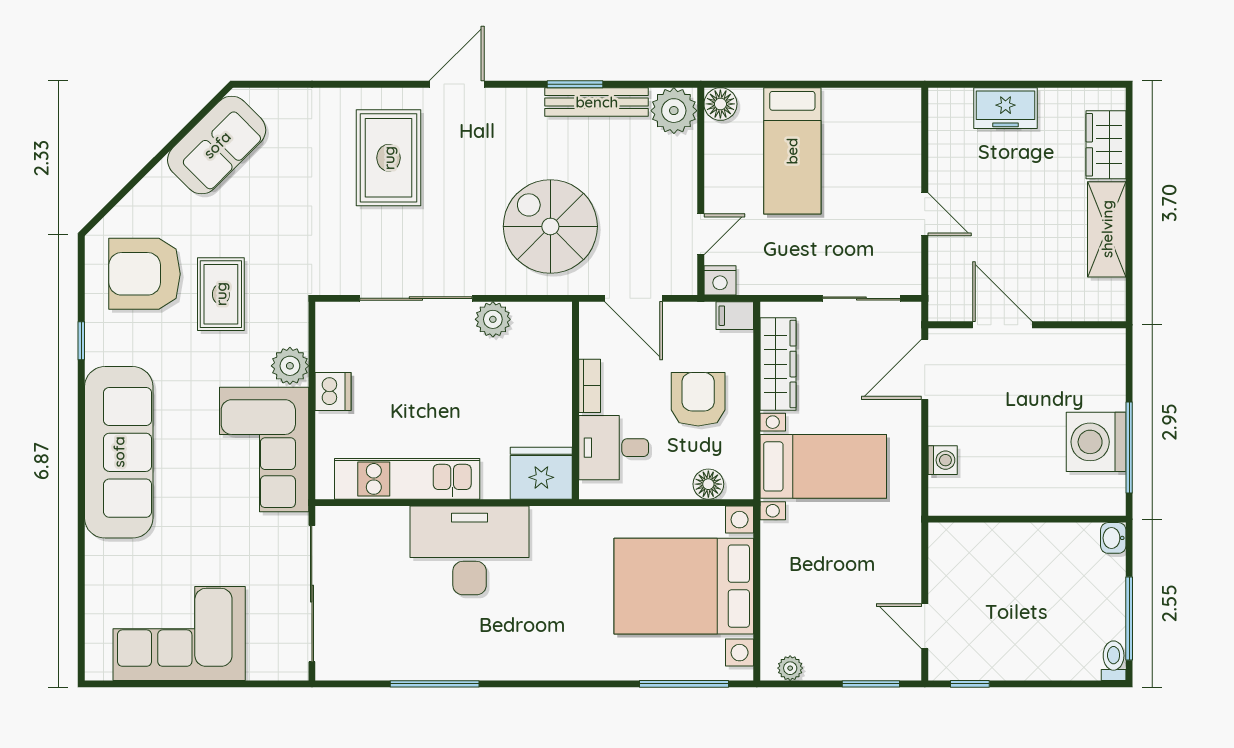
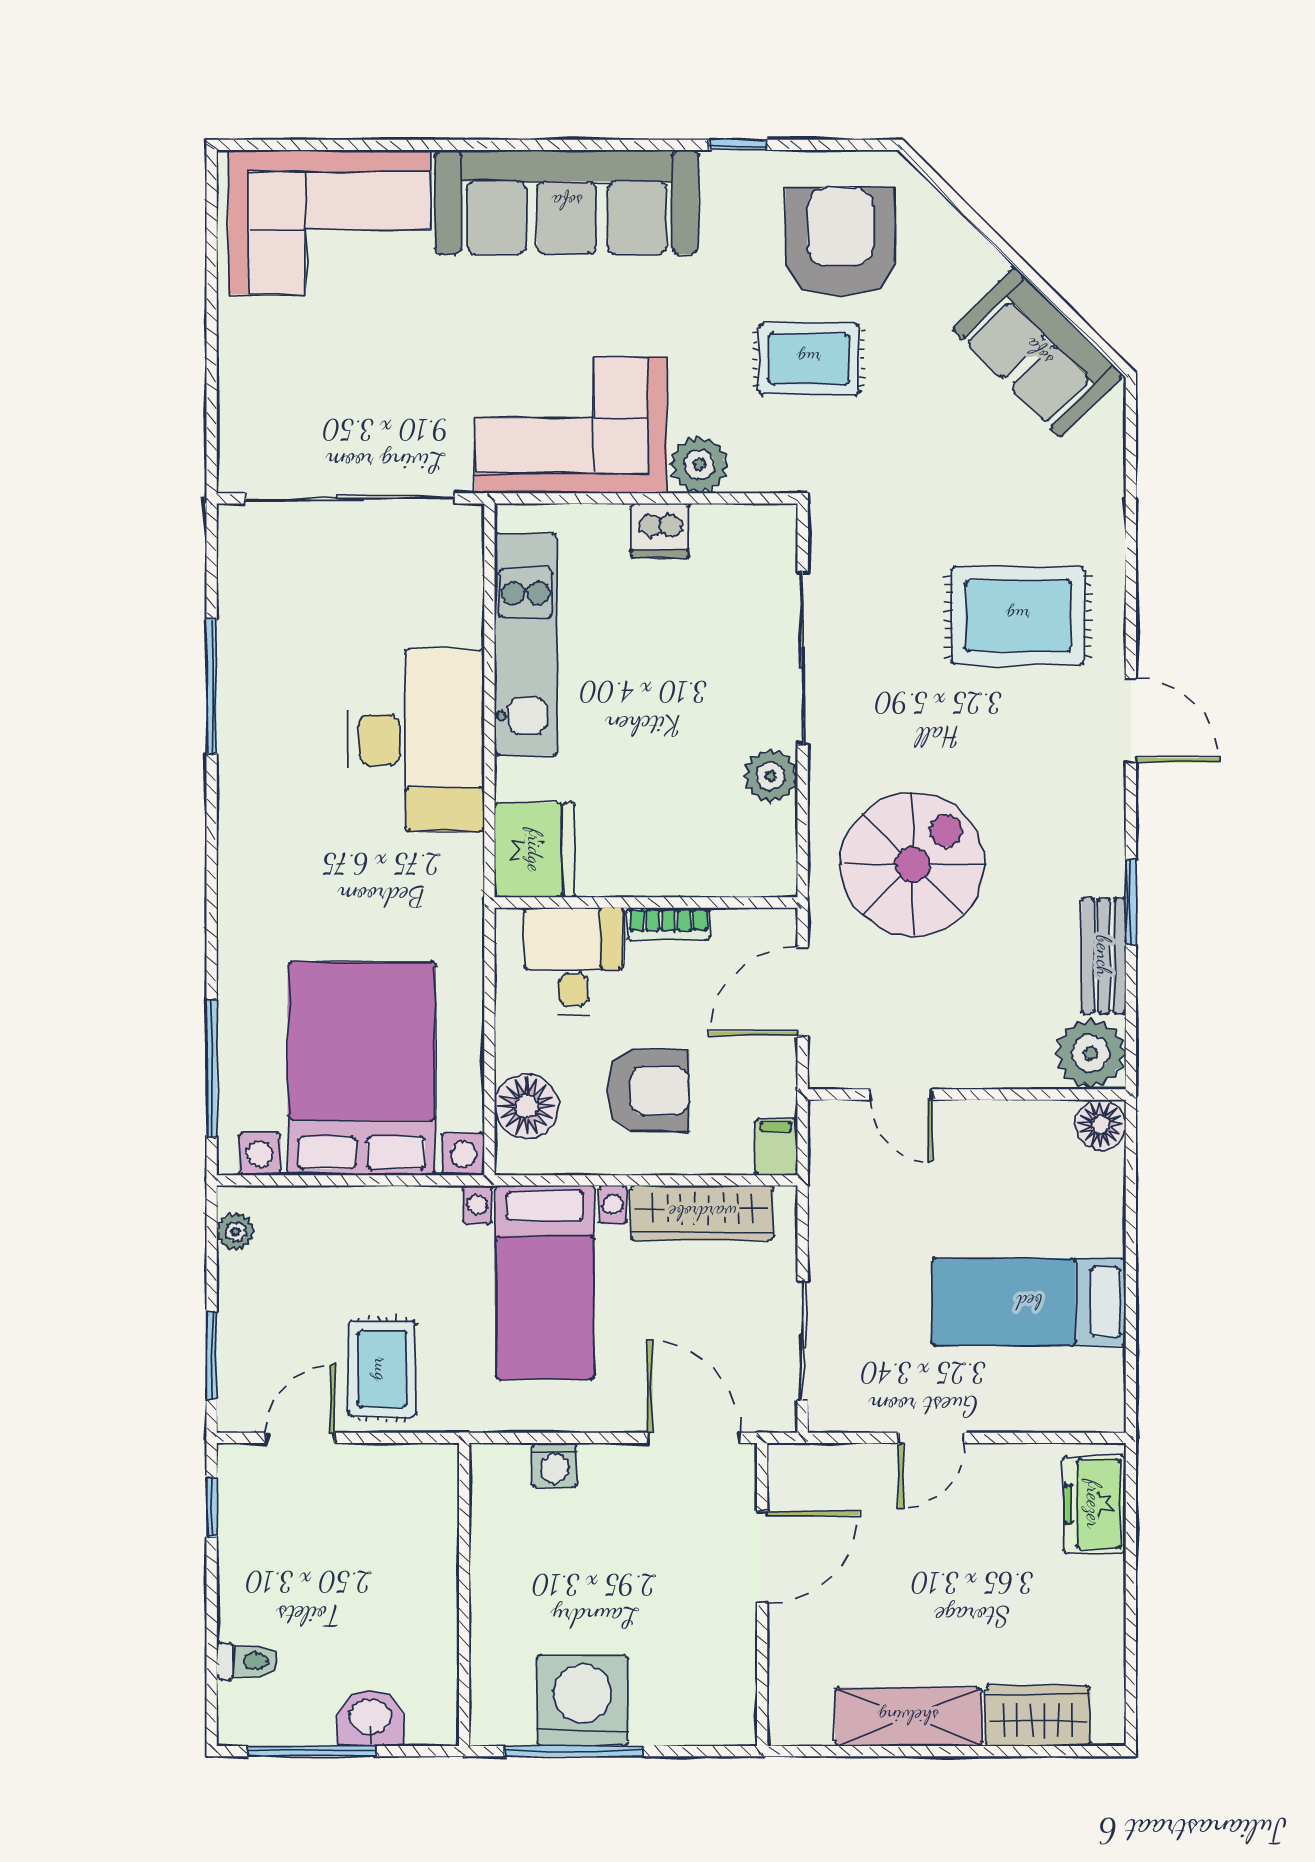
bench: (597, 102) -> (1104, 956), width x0.73
freezer: (1006, 108) -> (1094, 1504), moved
bed: (792, 151) -> (1029, 1302), moved
nightstand: (720, 280) -> (830, 1124), removed
floor lamp: (708, 484) -> (527, 1106), width x1.38, depth x1.38
washbasin: (1113, 538) -> (370, 1718), moved, width x1.38, depth x1.45
rug: (880, 573) -> (382, 1369), added
corner sofa: (179, 633) -> (330, 222), moved, turned 90
toilet: (1114, 661) -> (247, 1661), moved

